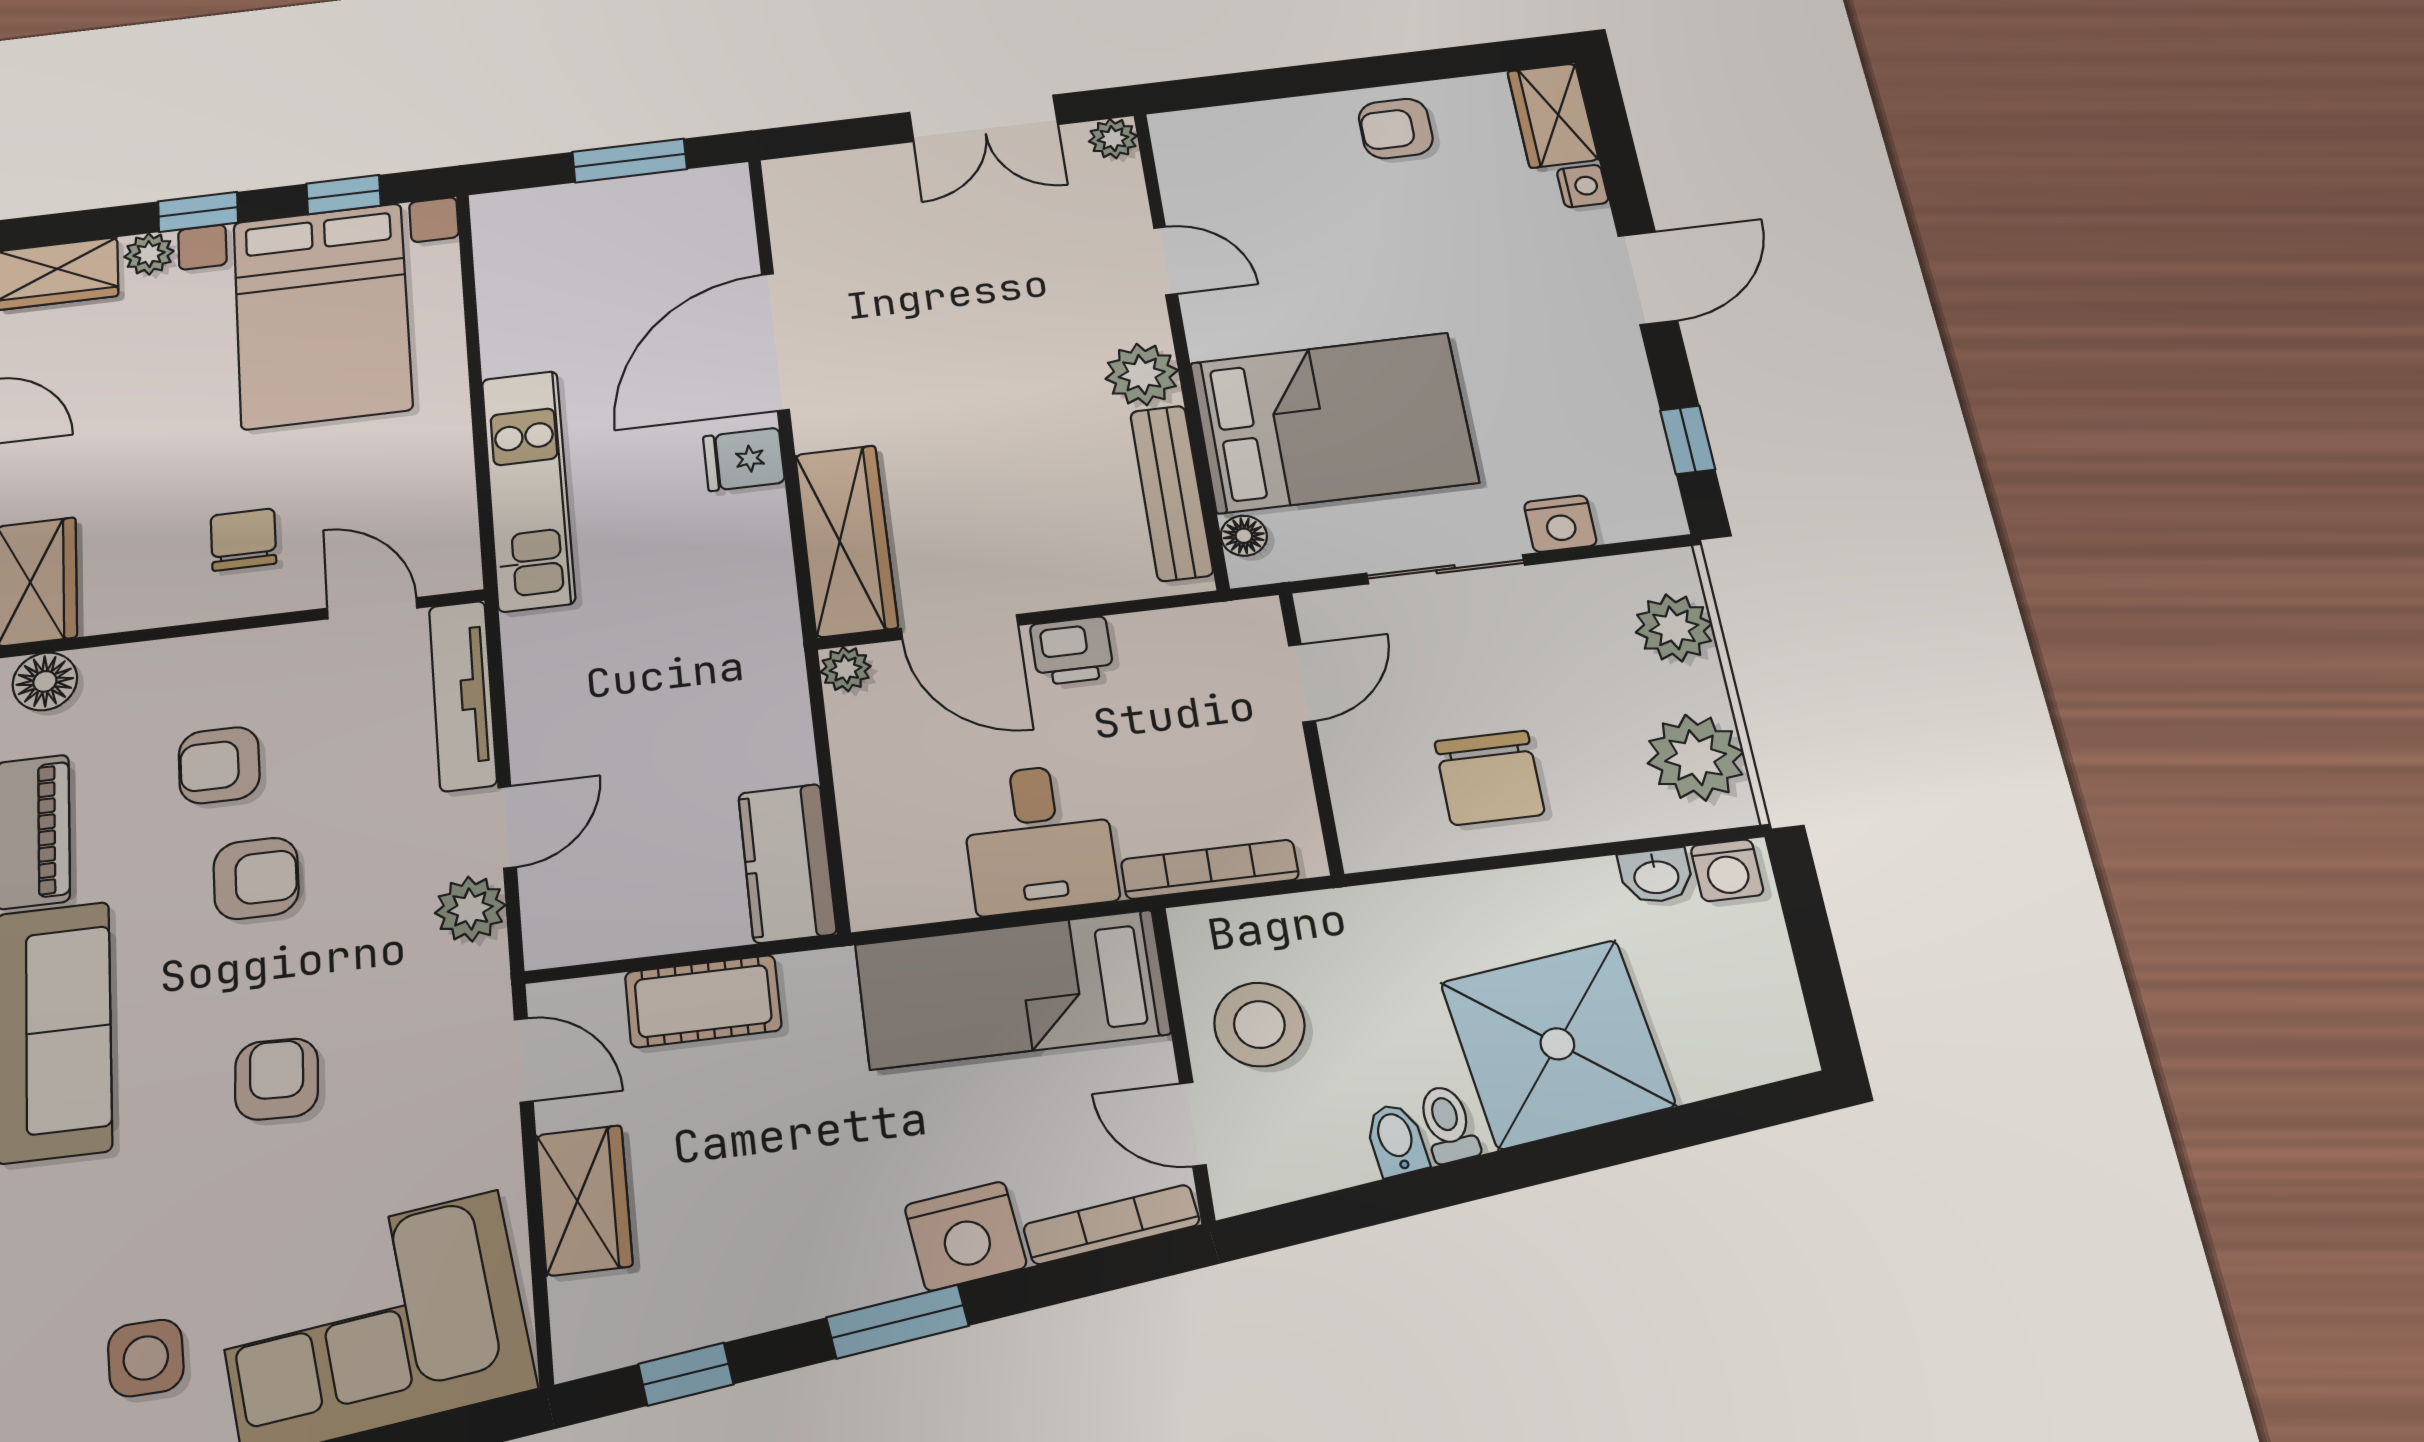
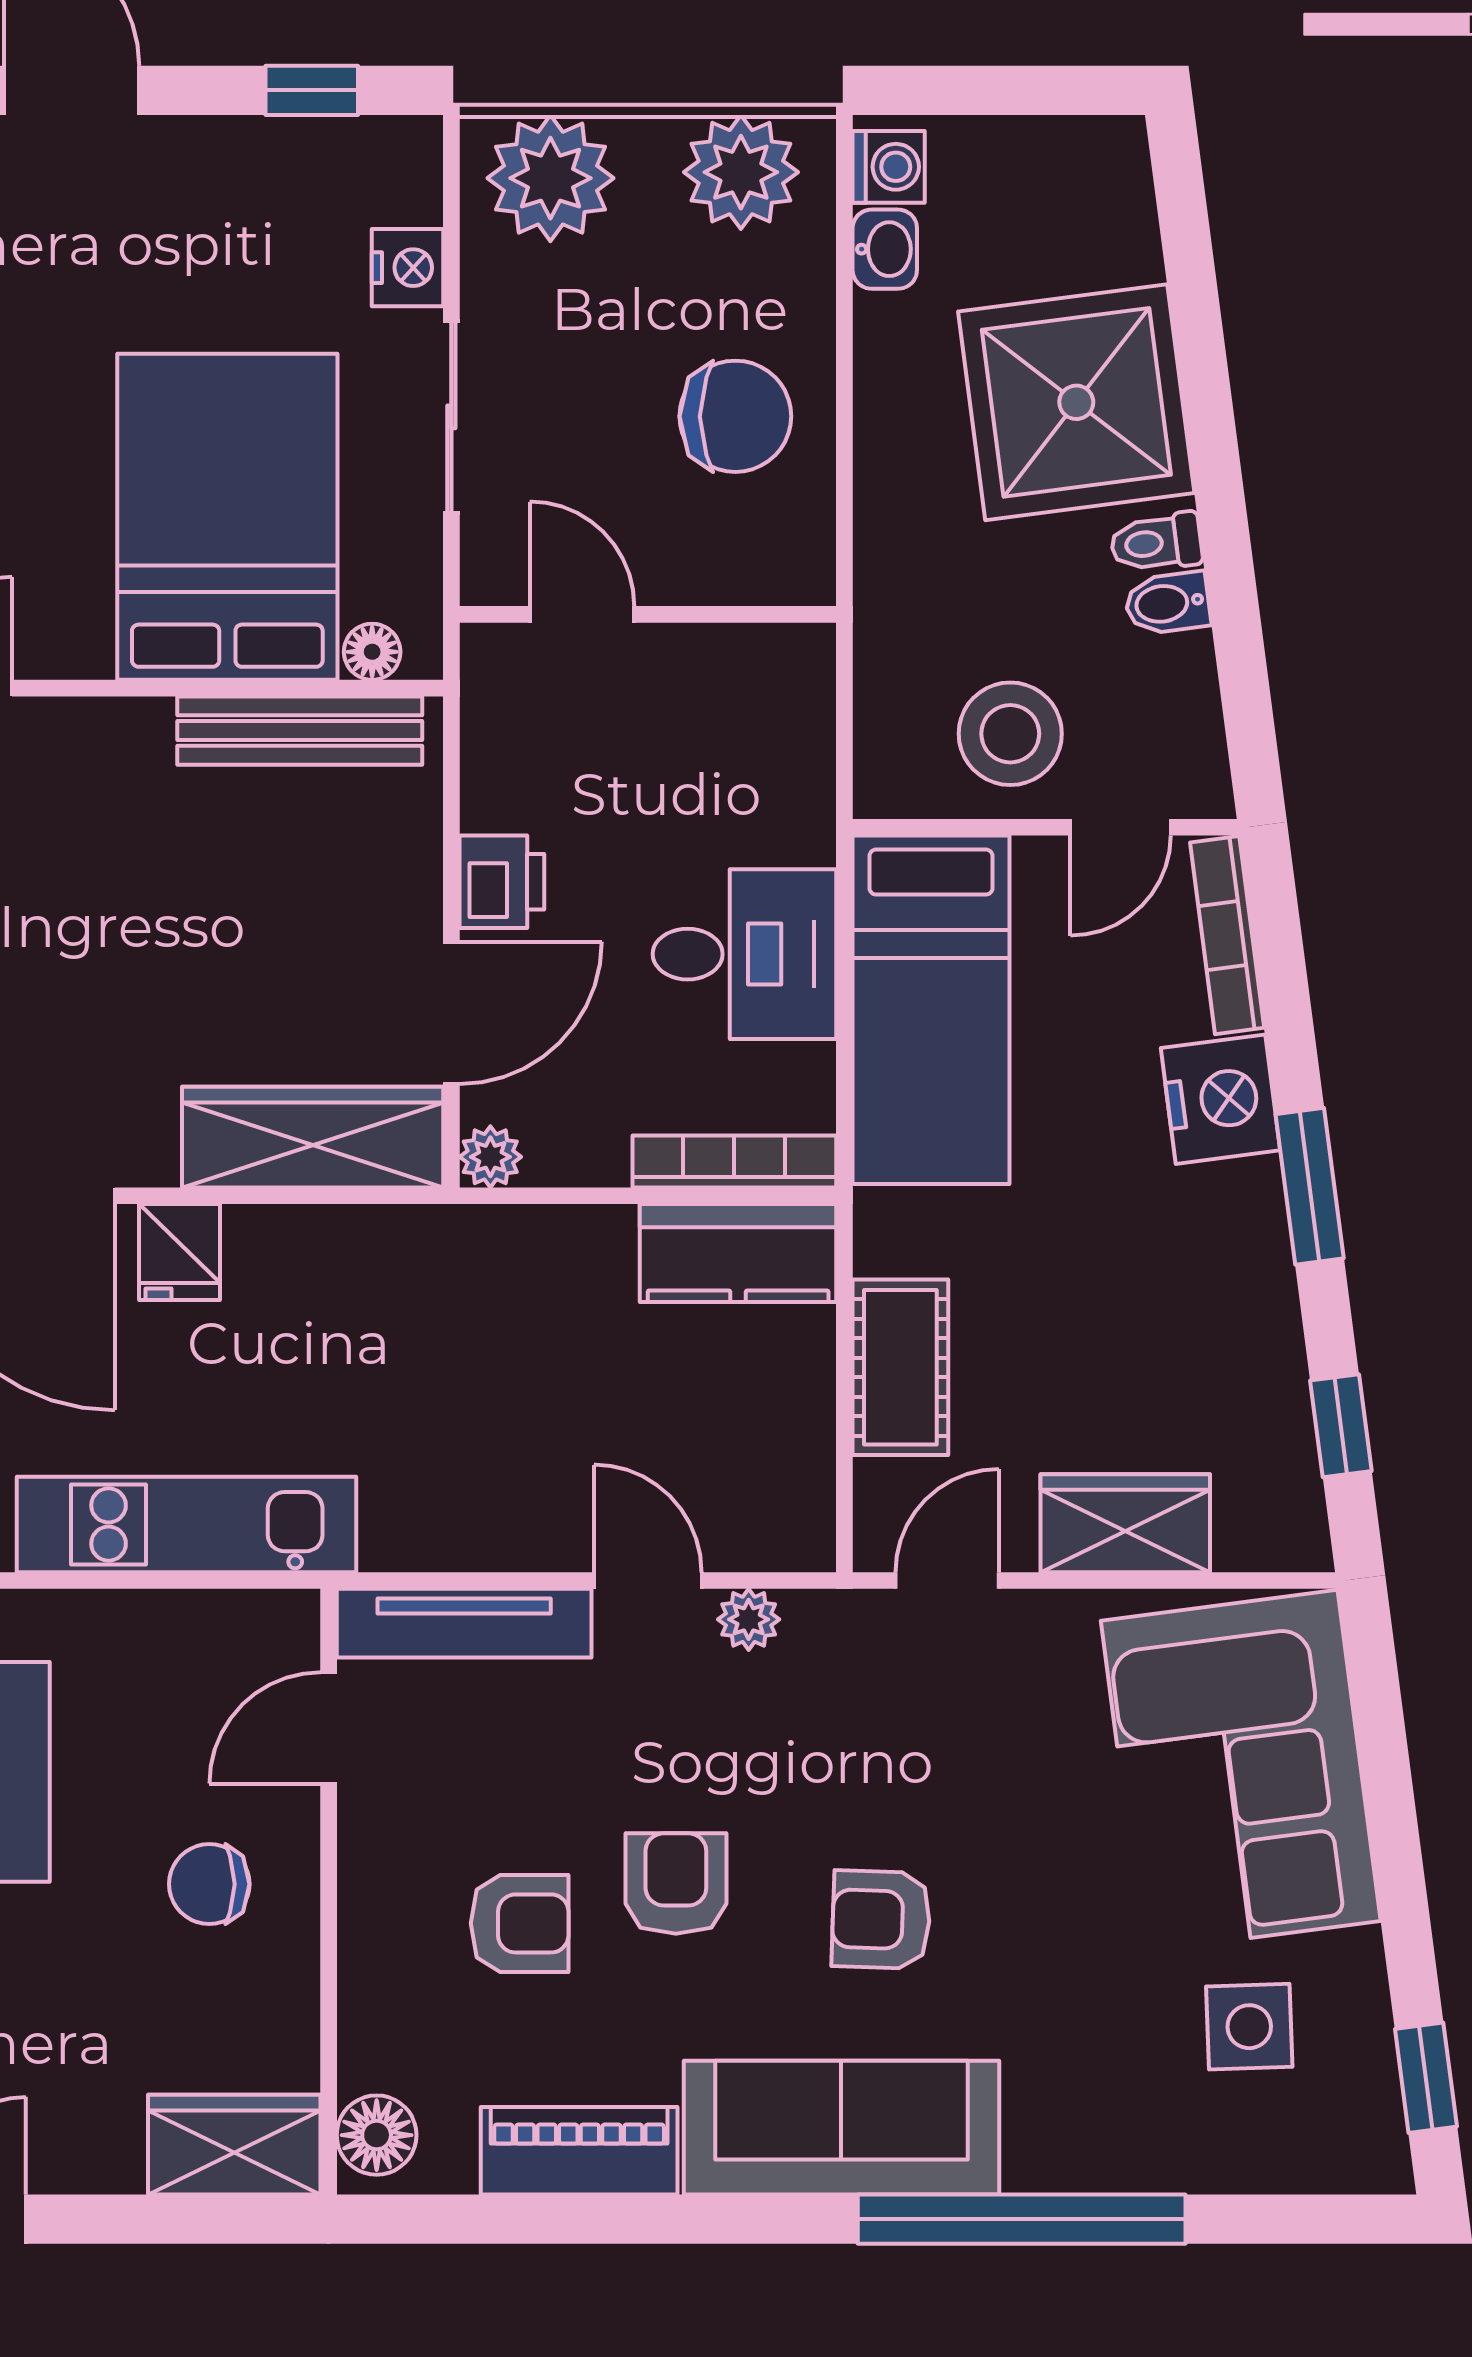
plant: (1142, 374) -> (125, 742), removed
plant: (1674, 628) -> (550, 178), width x1.36, depth x1.36
armchair: (219, 765) -> (520, 1923), turned -90
bookcase: (1210, 869) -> (734, 1161), moved, turned 90
plant: (470, 909) -> (749, 1619), width x0.73, depth x0.73
armchair: (277, 1079) -> (881, 1920), moved

